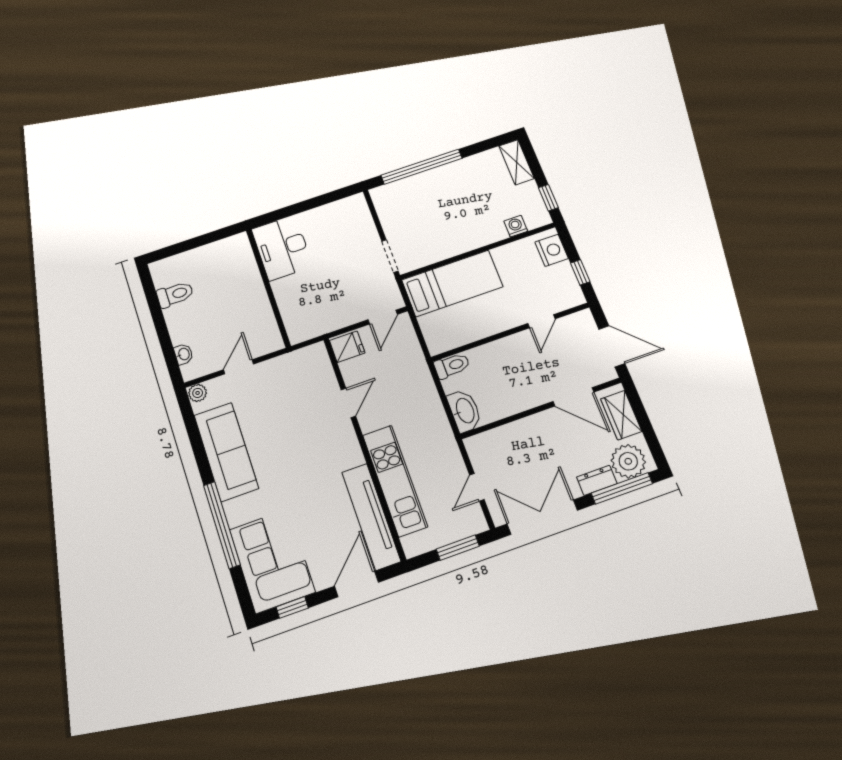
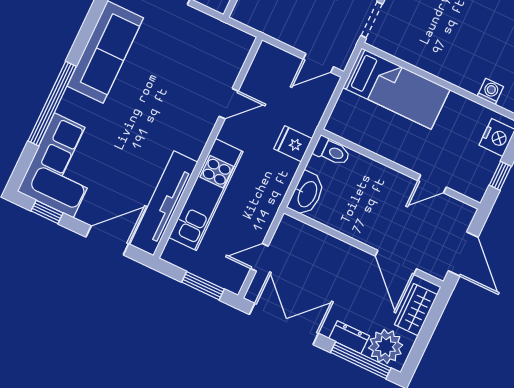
fridge: (347, 347) -> (293, 144), moved, turned 180

